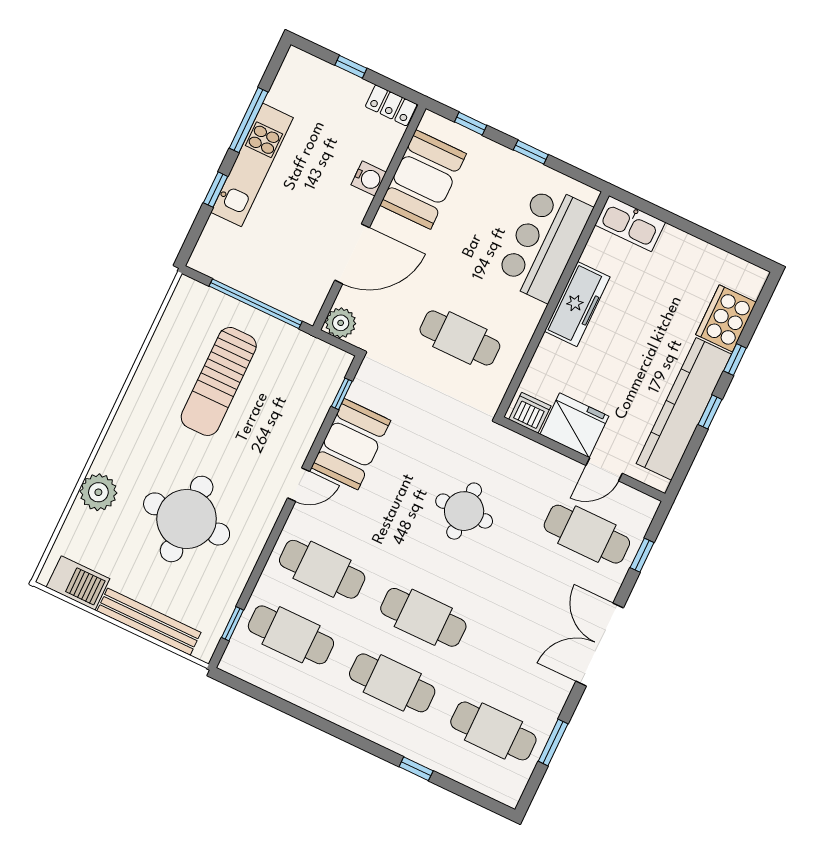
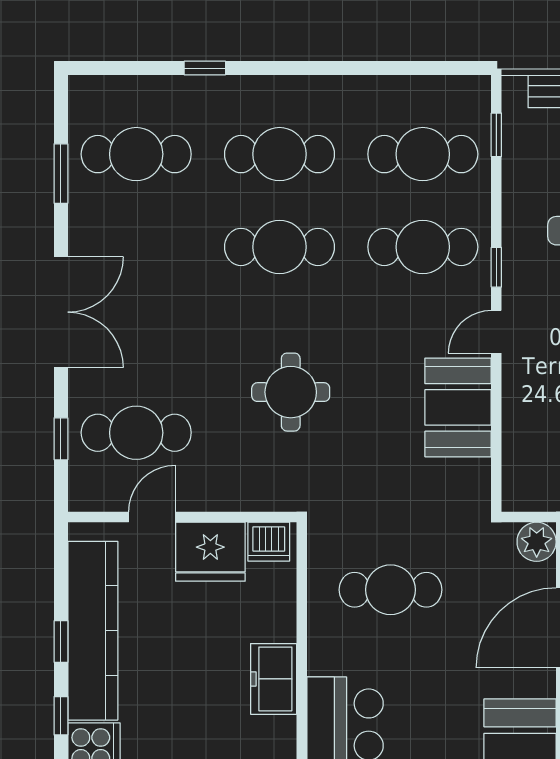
freezer: (577, 304) -> (274, 679), width x0.71
window: (342, 394) -> (496, 267), moved

